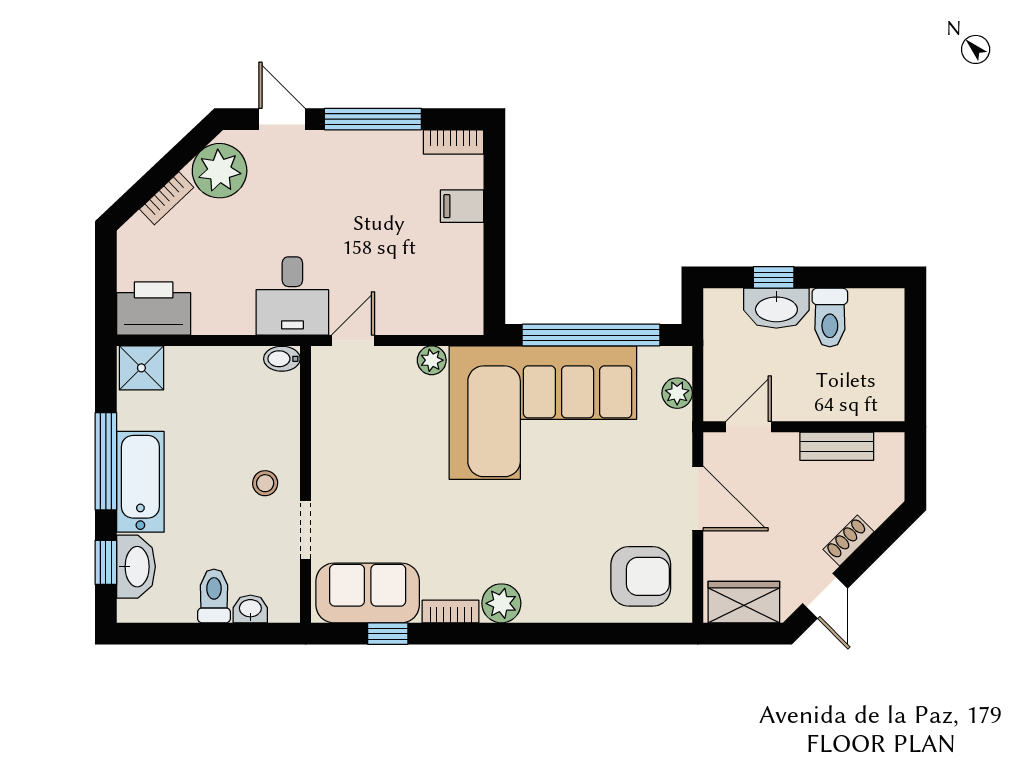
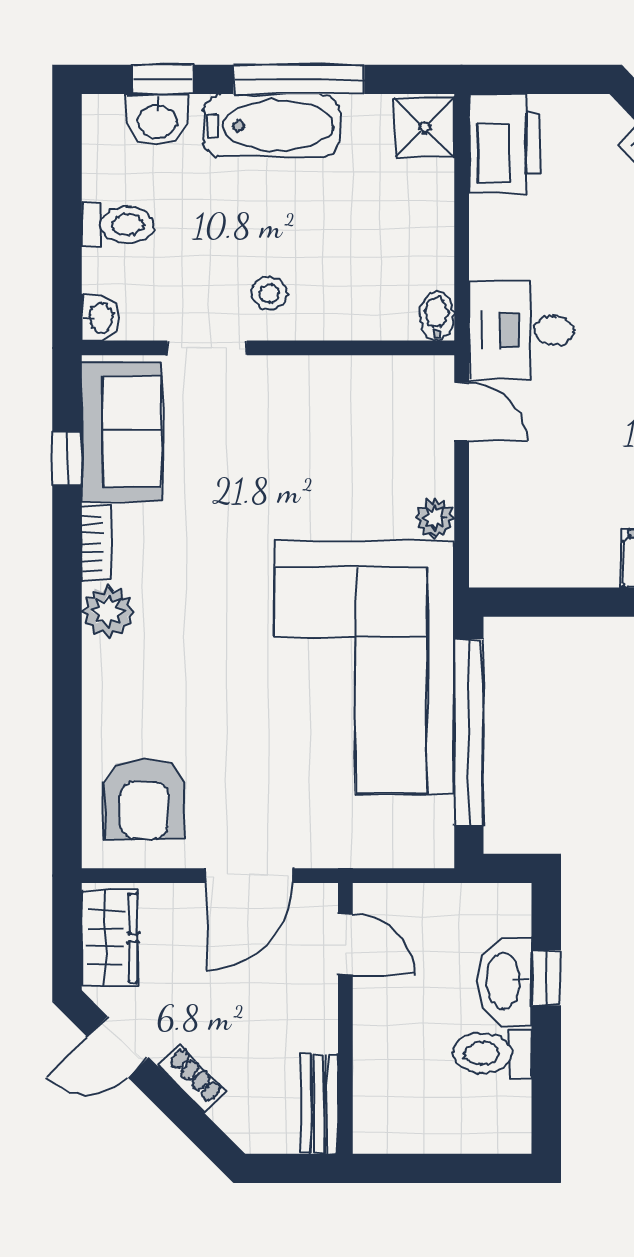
plant: (677, 393) -> (391, 848), removed
bench: (837, 446) -> (319, 1104), moved
washbasin: (136, 567) -> (157, 120), width x0.72
washbasin: (250, 609) -> (100, 318), moved

